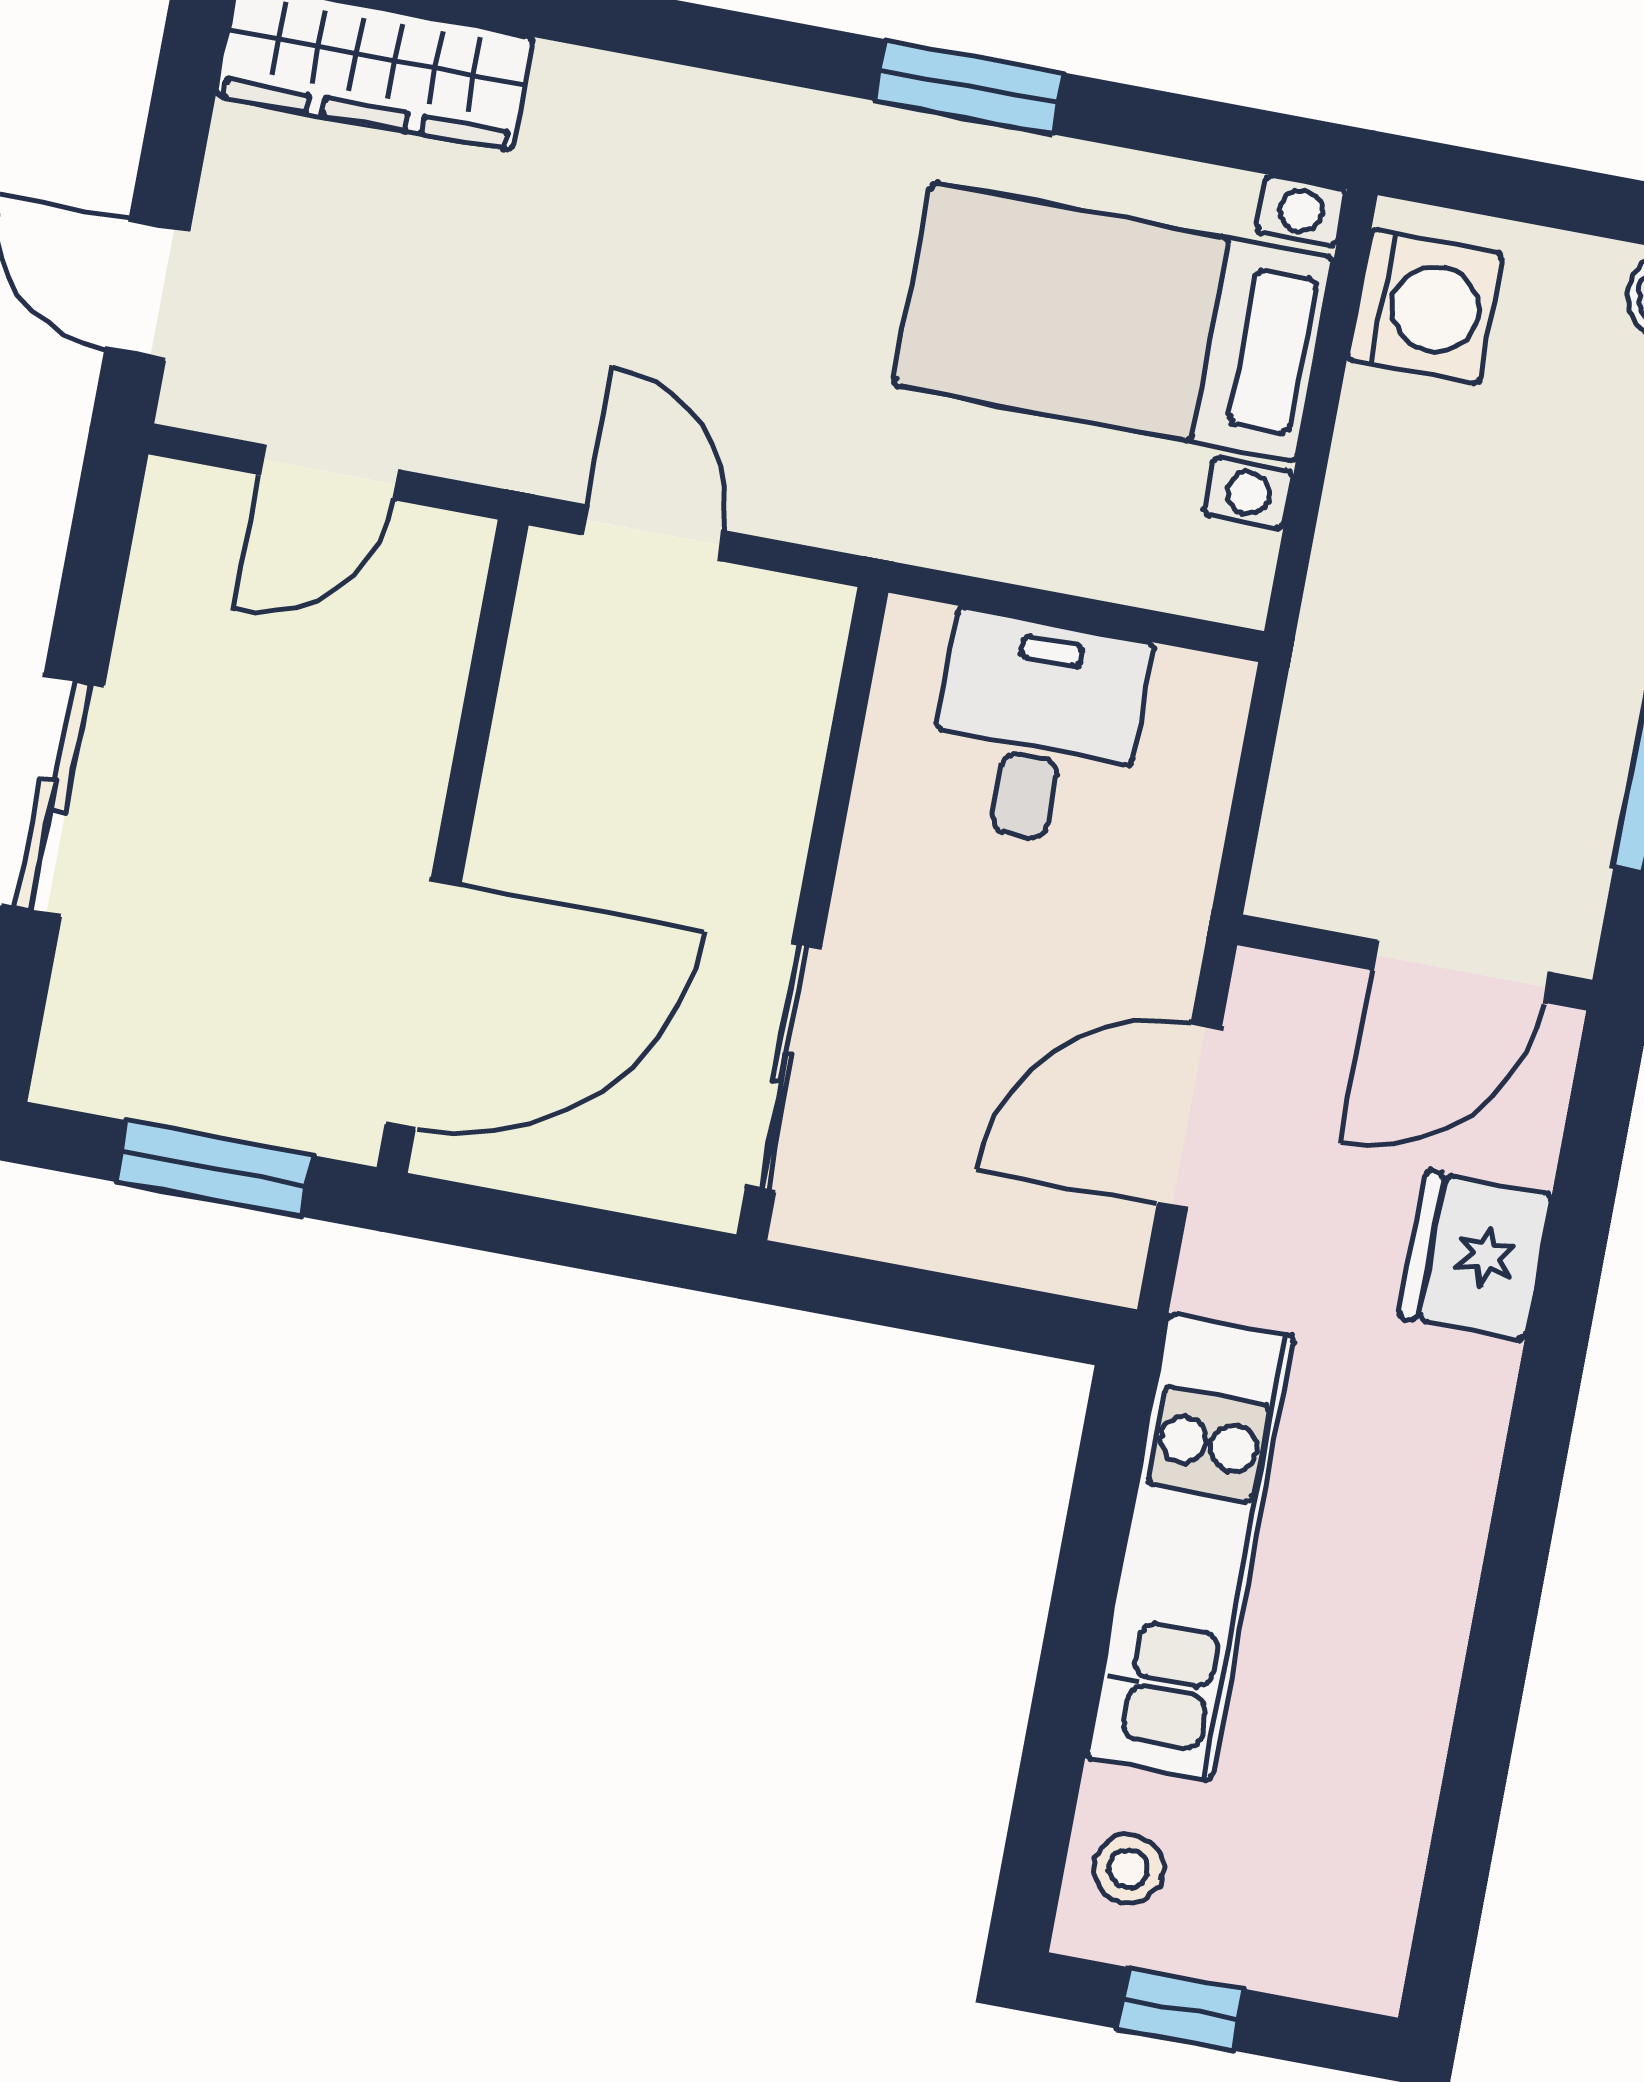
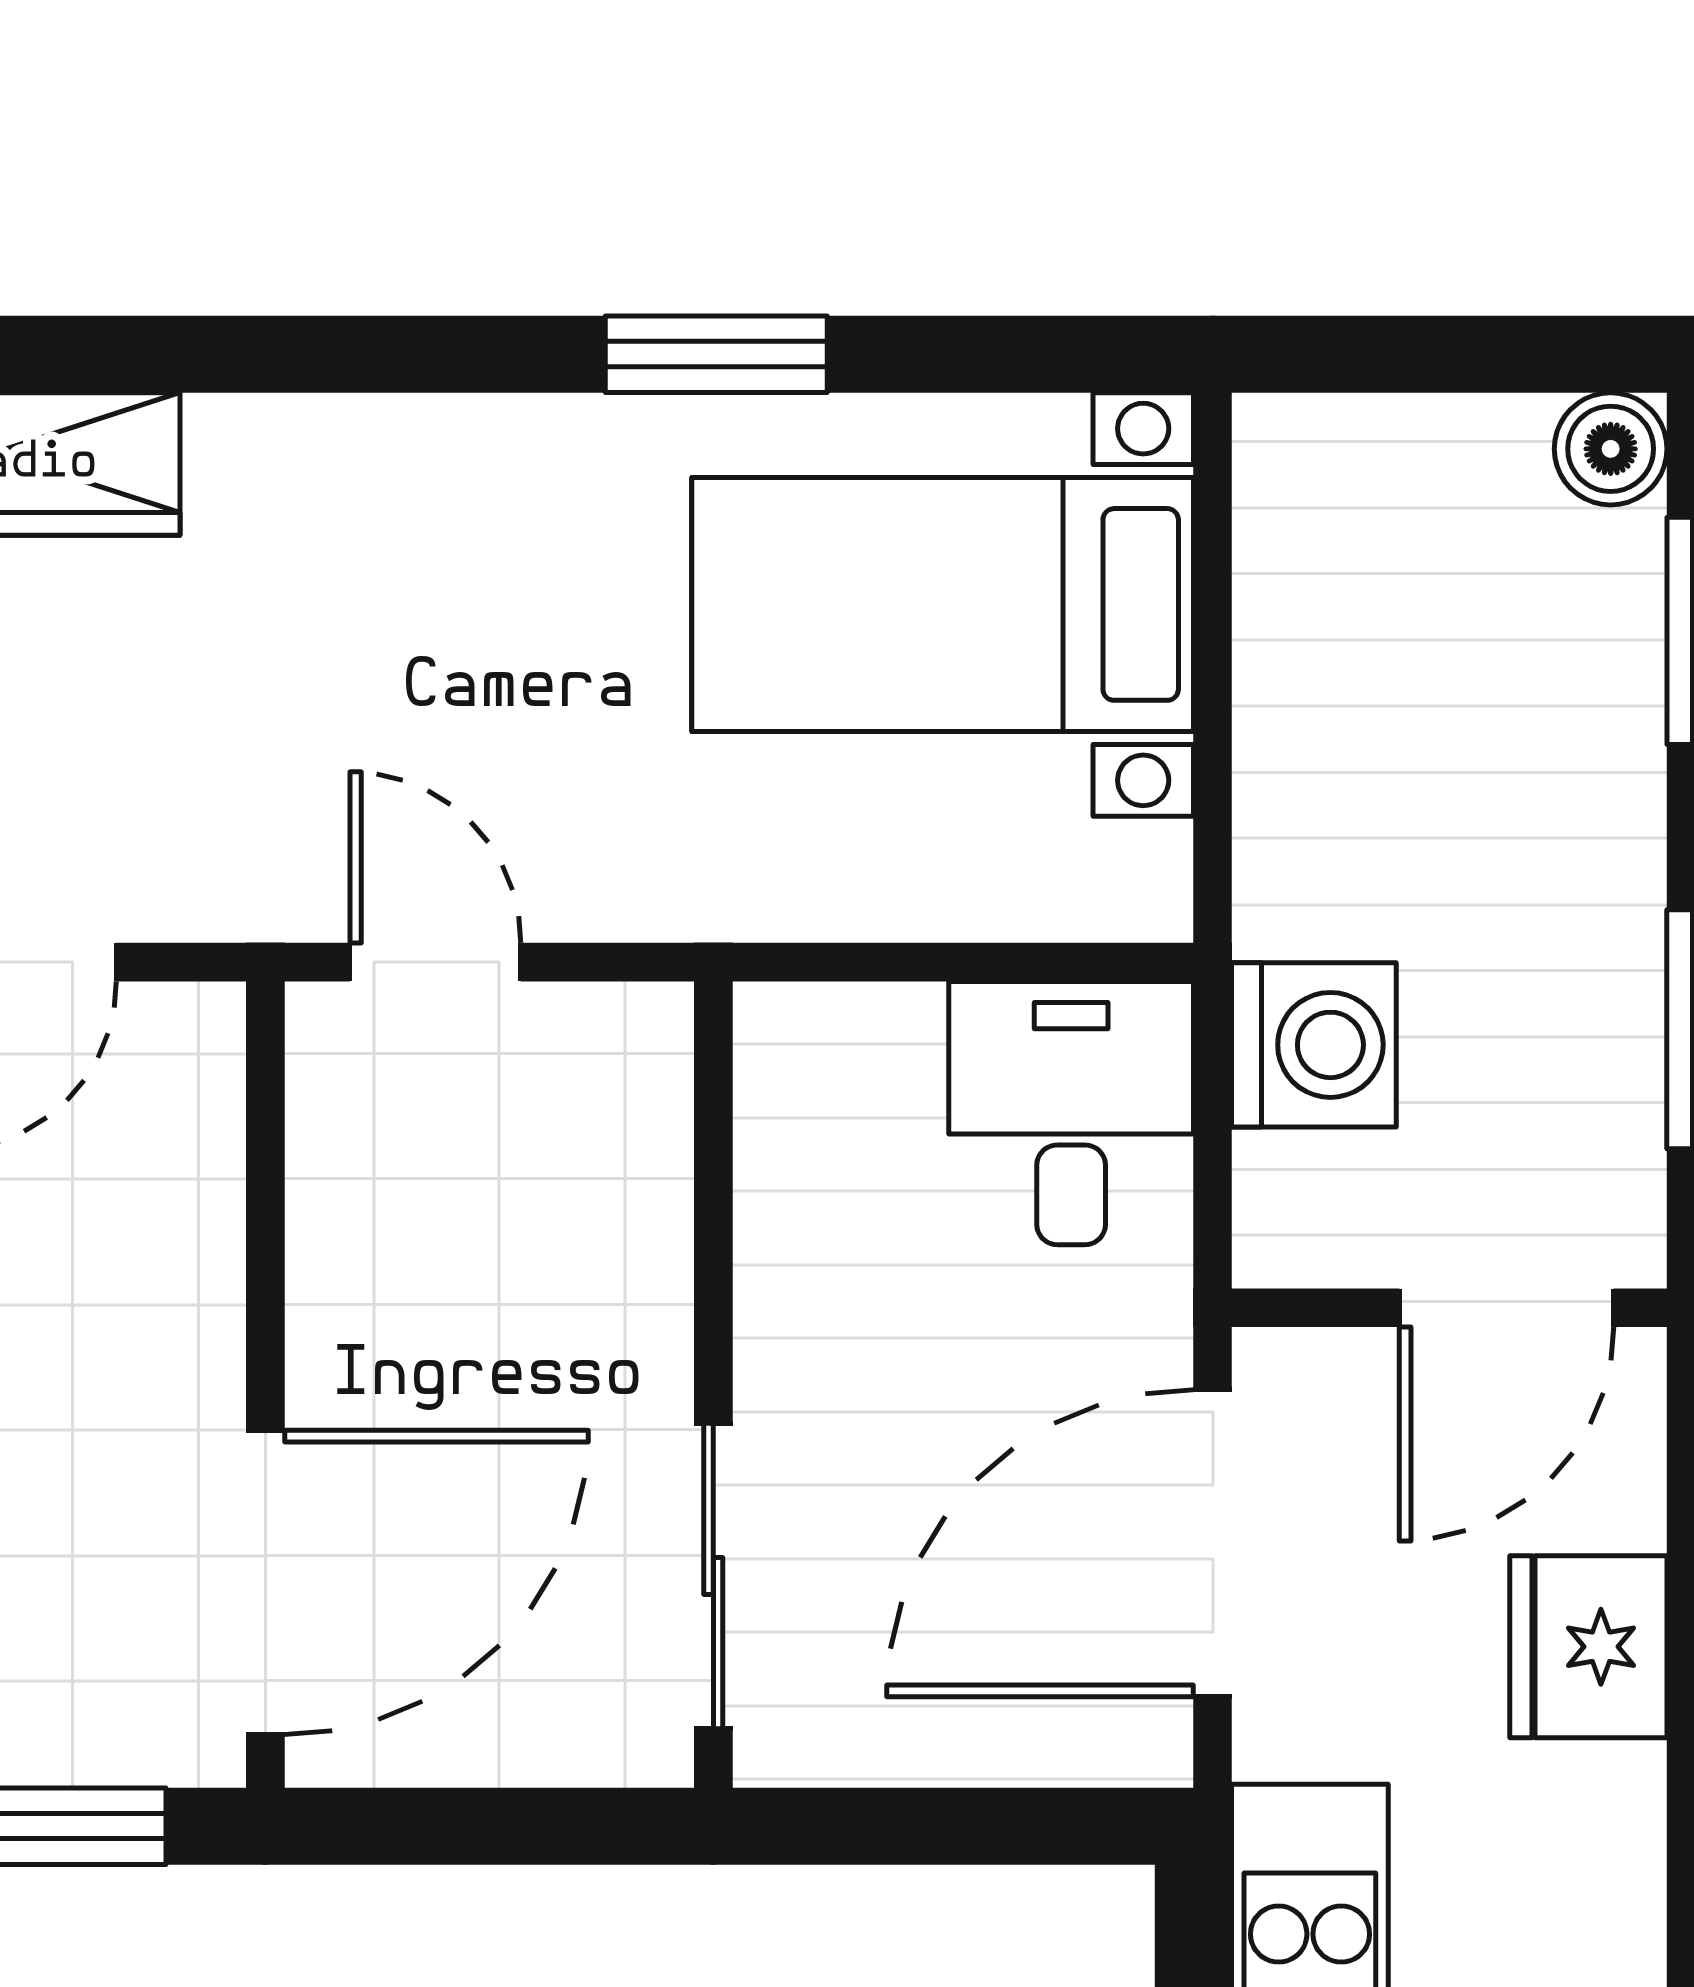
washing machine: (1425, 307) -> (1314, 1045), moved
desk: (1037, 730) -> (1071, 1113), moved
door: (1189, 1116) -> (1213, 1543), width x1.36

